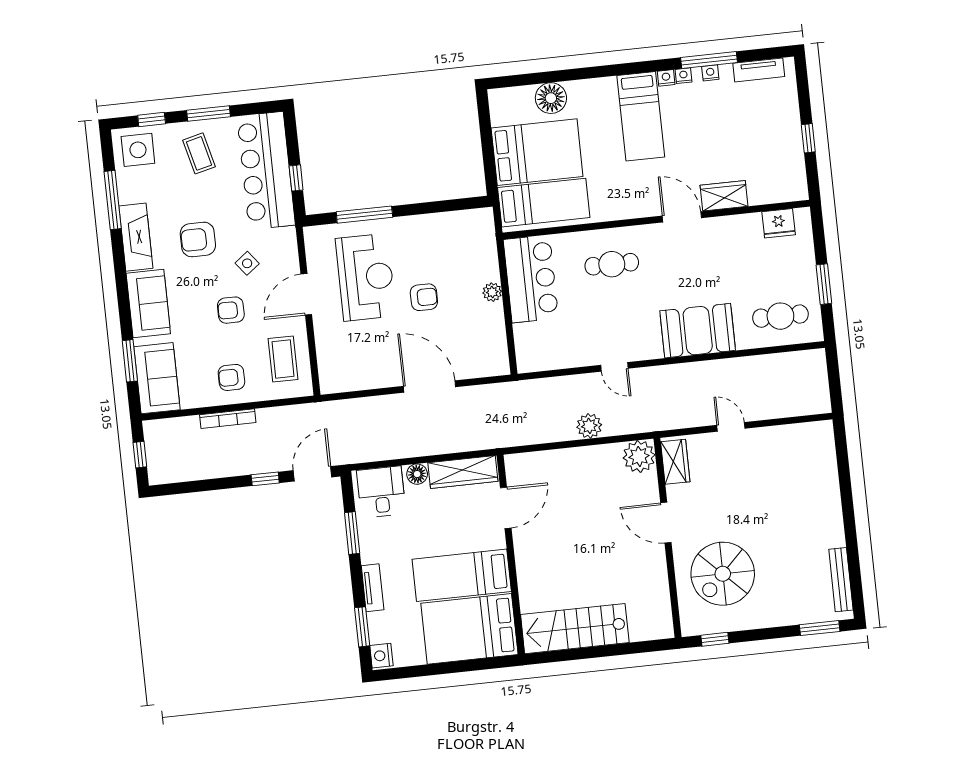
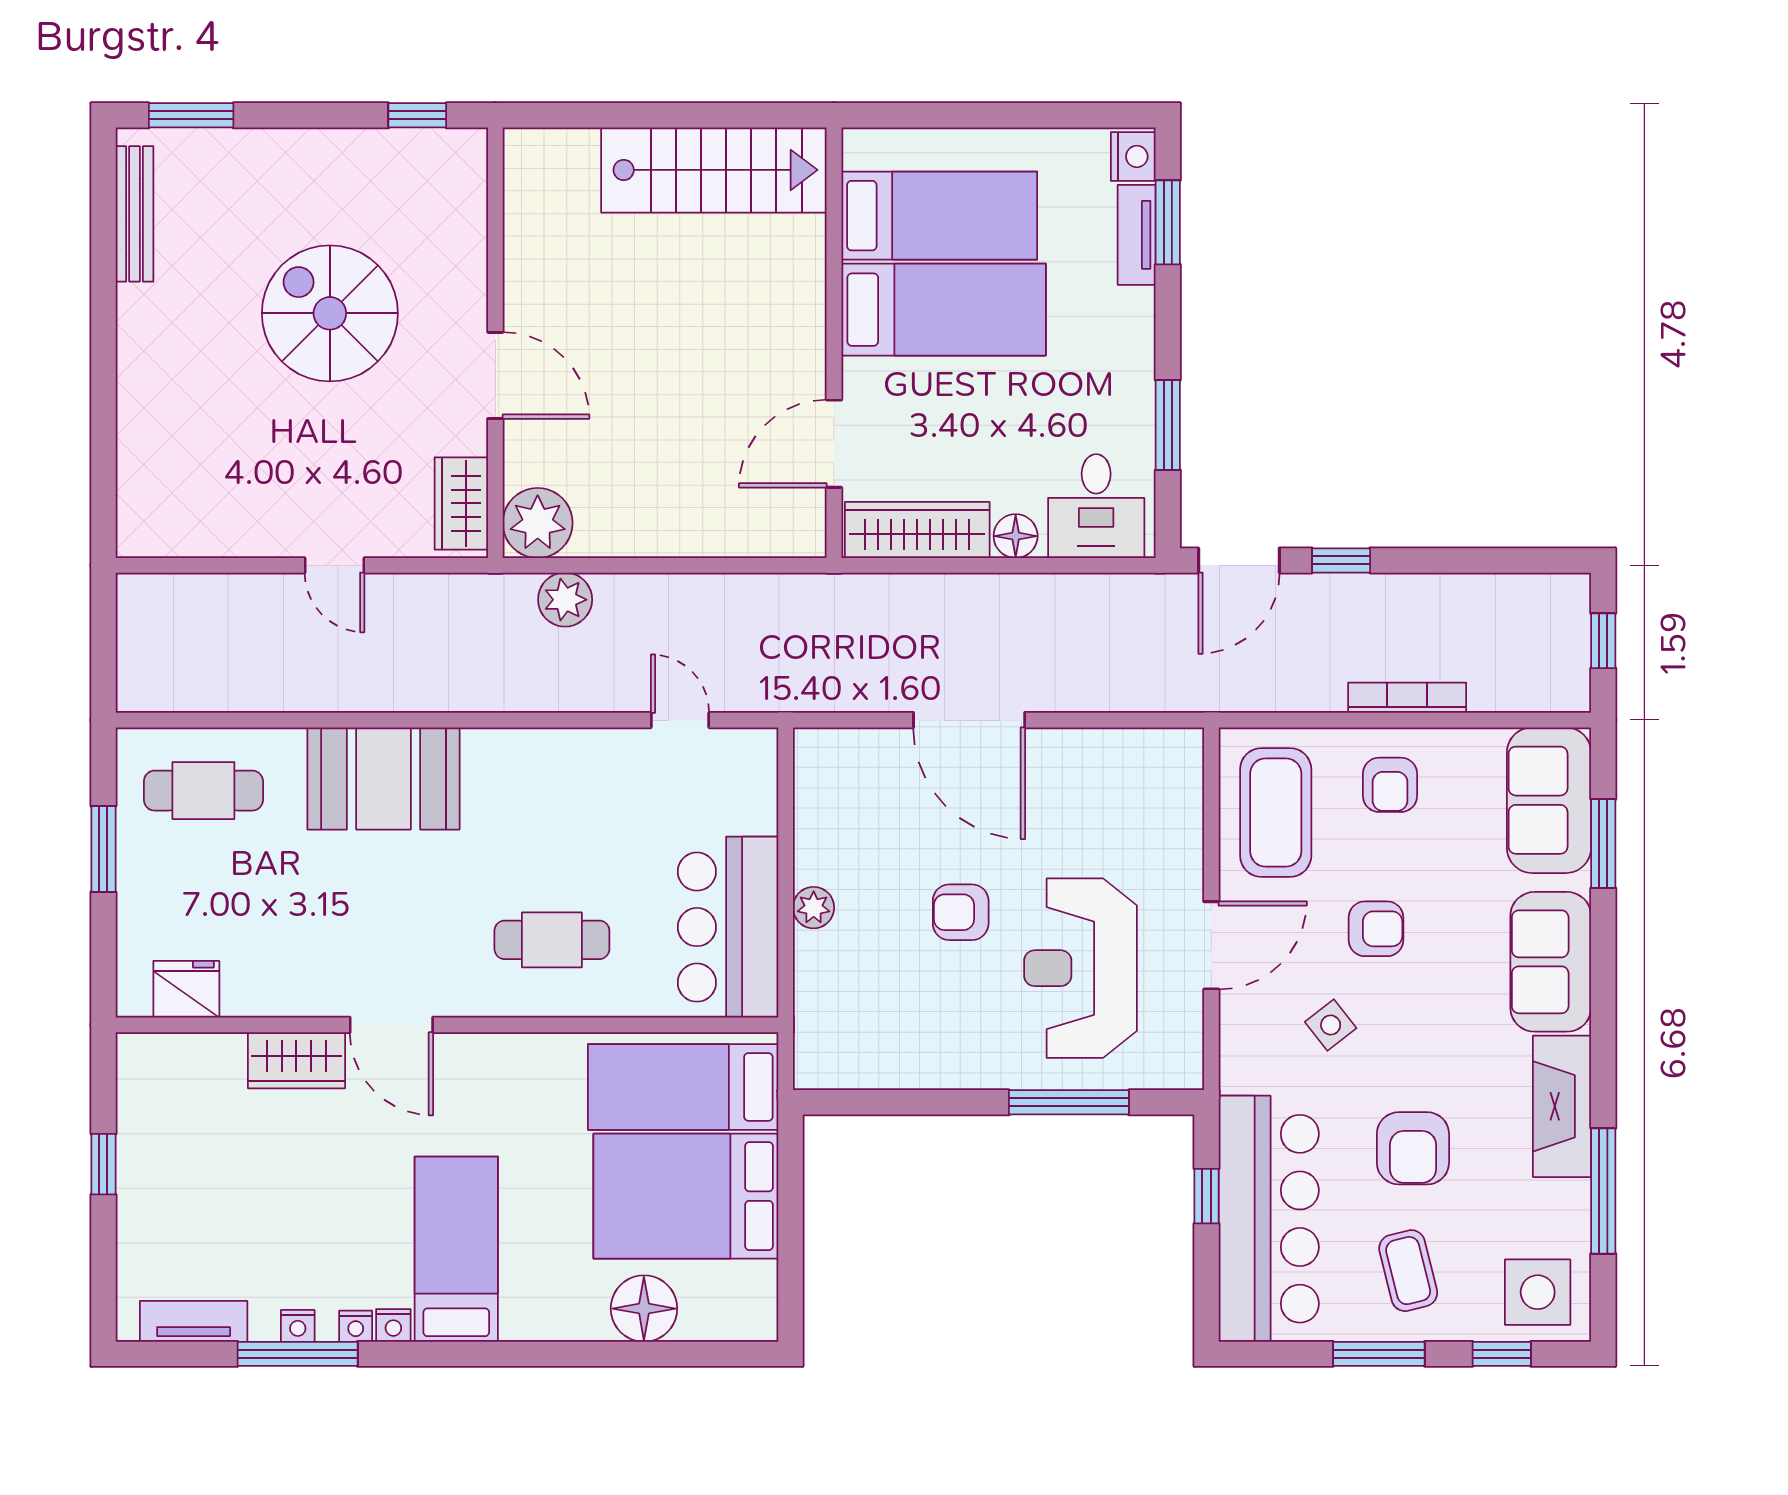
armchair: (198, 239) -> (1413, 1148), moved, turned 90
coffee table: (283, 359) -> (1276, 812), width x1.36, depth x1.32
door: (614, 367) -> (680, 720), moved
armchair: (231, 377) -> (1390, 785), turned 90
plant: (589, 426) -> (565, 600), moved
spiral stairs: (723, 574) -> (330, 313), moved, turned -90
tv unit: (373, 588) -> (1137, 235), moved
bed: (469, 629) -> (939, 216), width x0.67

